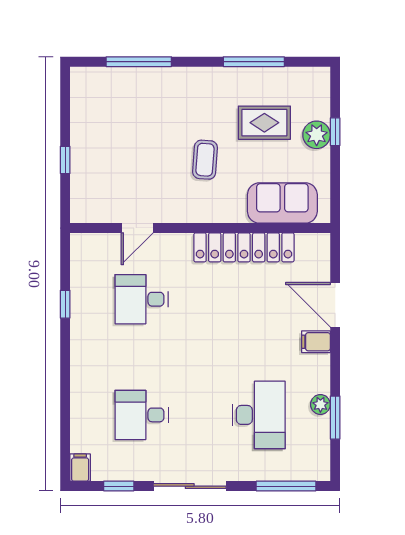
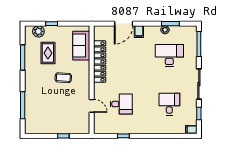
plant: (317, 135) -> (38, 31), moved
desk: (142, 299) -> (121, 104), turned -90
desk: (142, 415) -> (169, 104), turned 180

